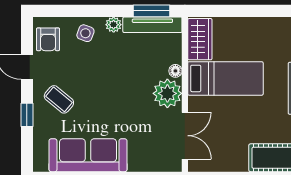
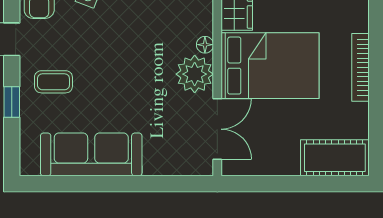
bed: (225, 78) -> (270, 66), width x1.50
coffee table: (59, 99) -> (53, 82), turned -40

